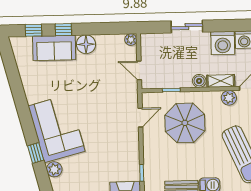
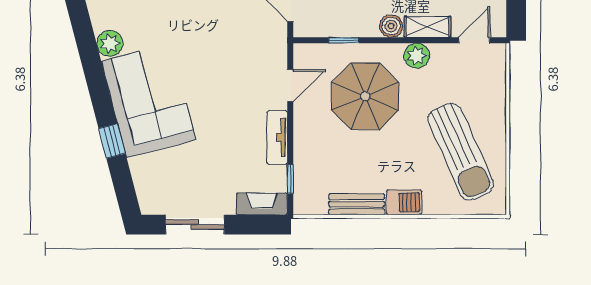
plant: (229, 98) -> (417, 56), moved
tv unit: (133, 149) -> (277, 137), added
plant: (54, 169) -> (110, 43), moved

